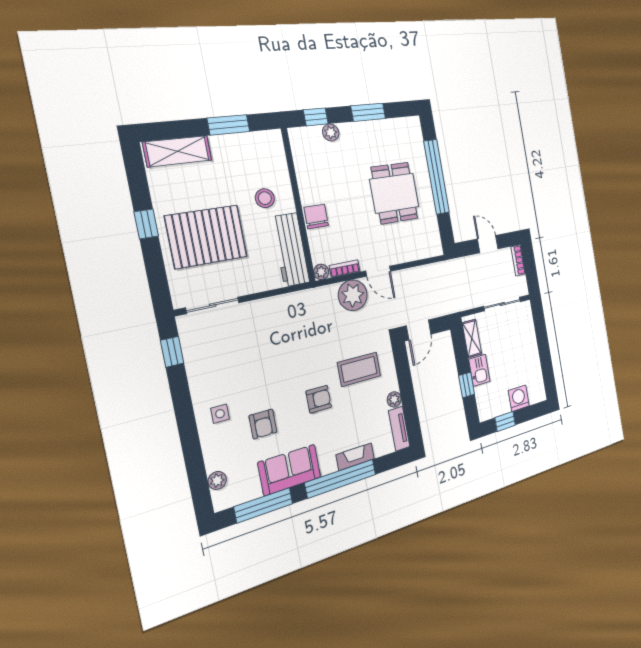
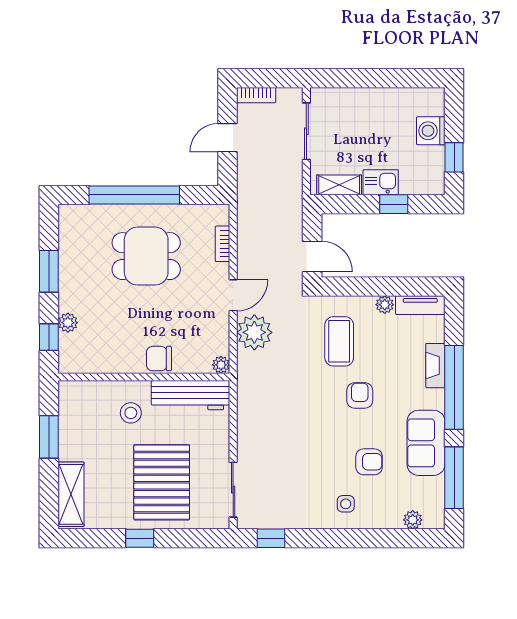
bookcase: (345, 269) -> (223, 244), moved

